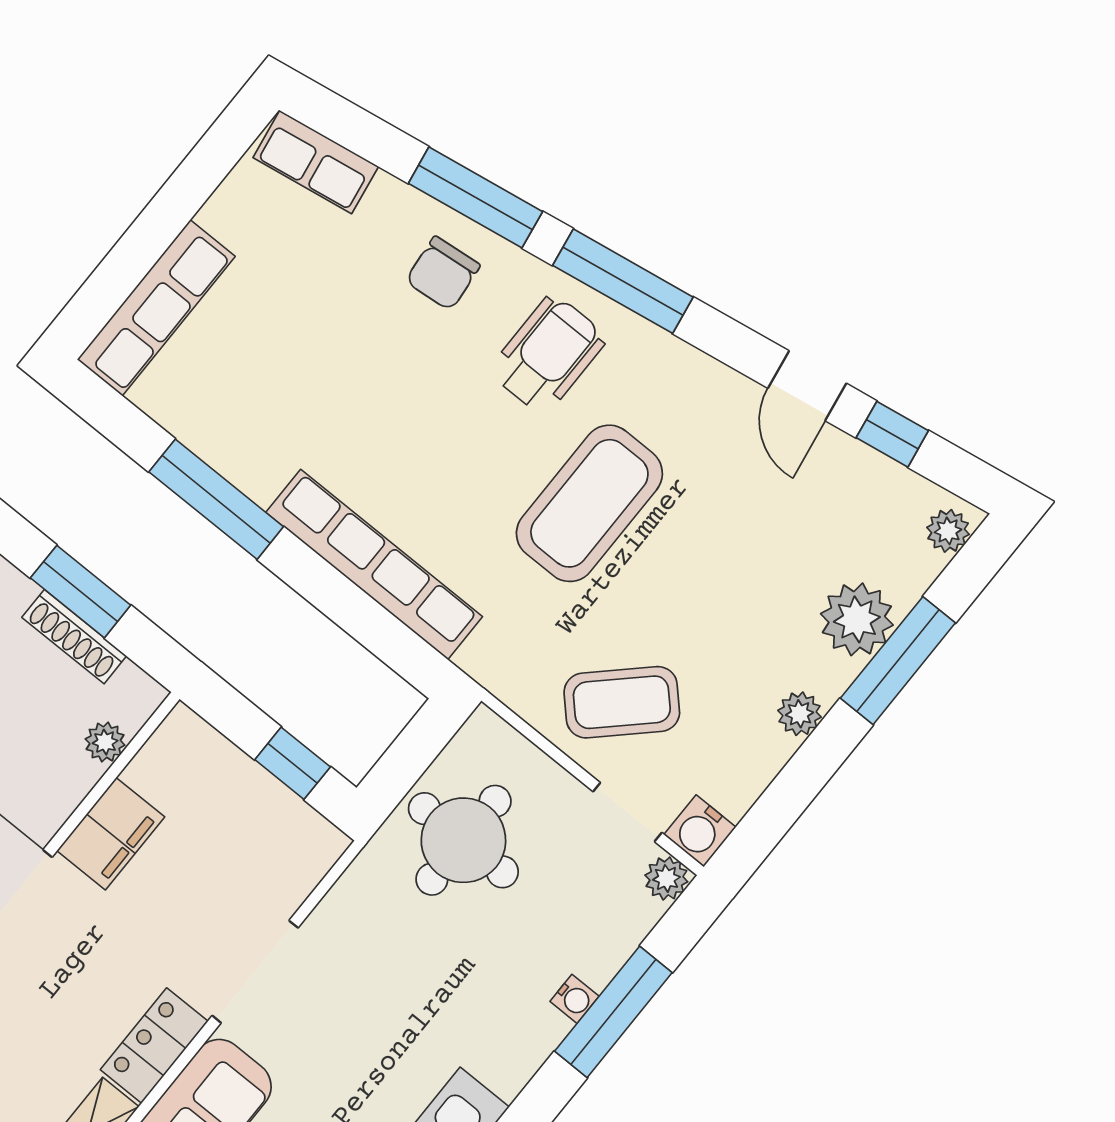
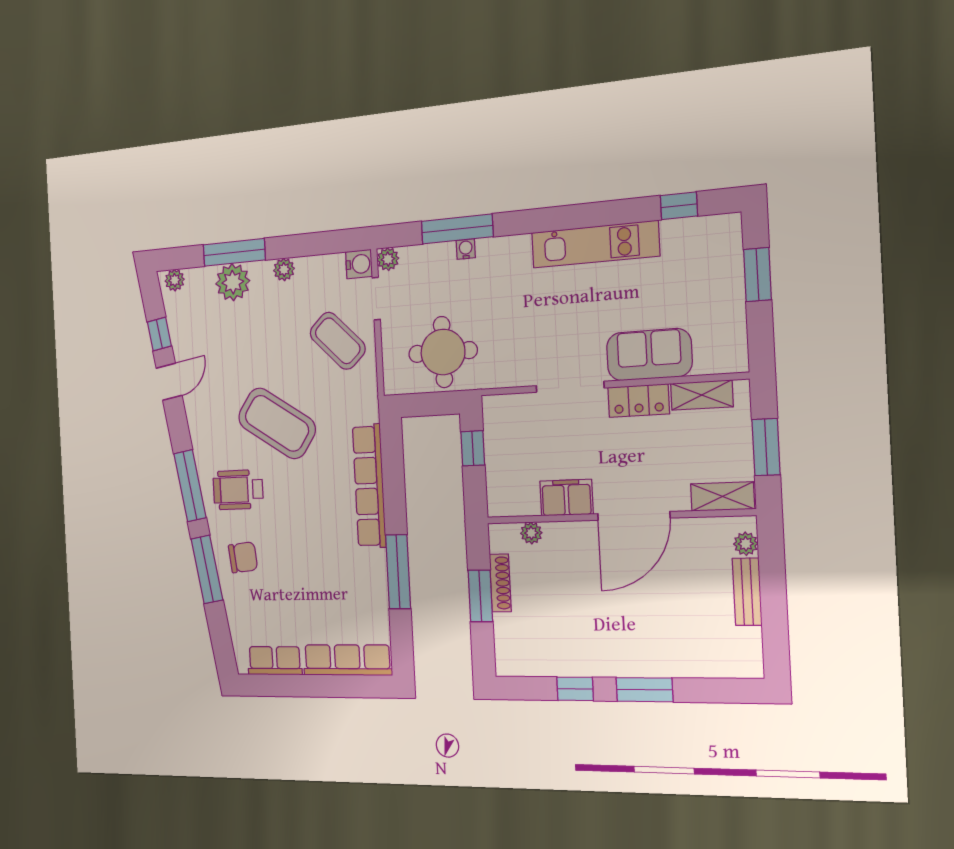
row of seats: (316, 162) -> (275, 661), moved, turned -81
coffee table: (589, 503) -> (277, 423), turned 34

